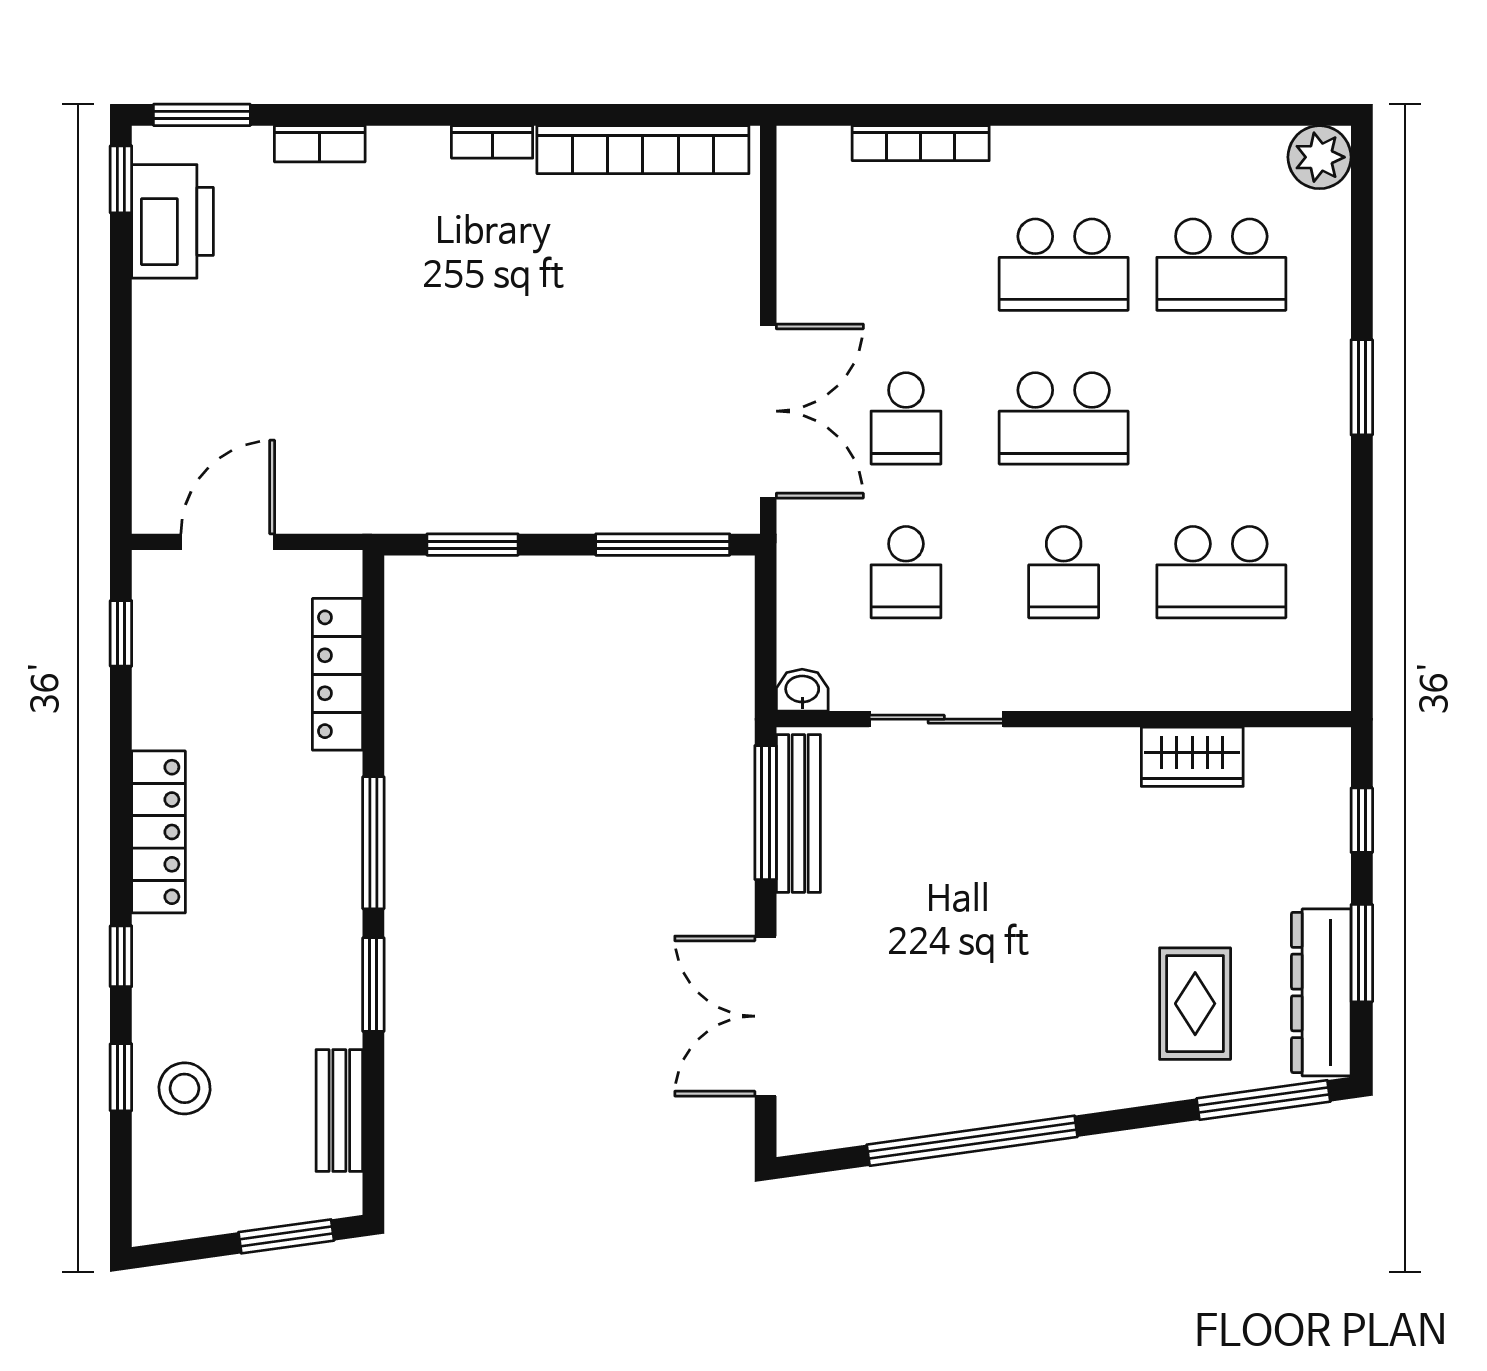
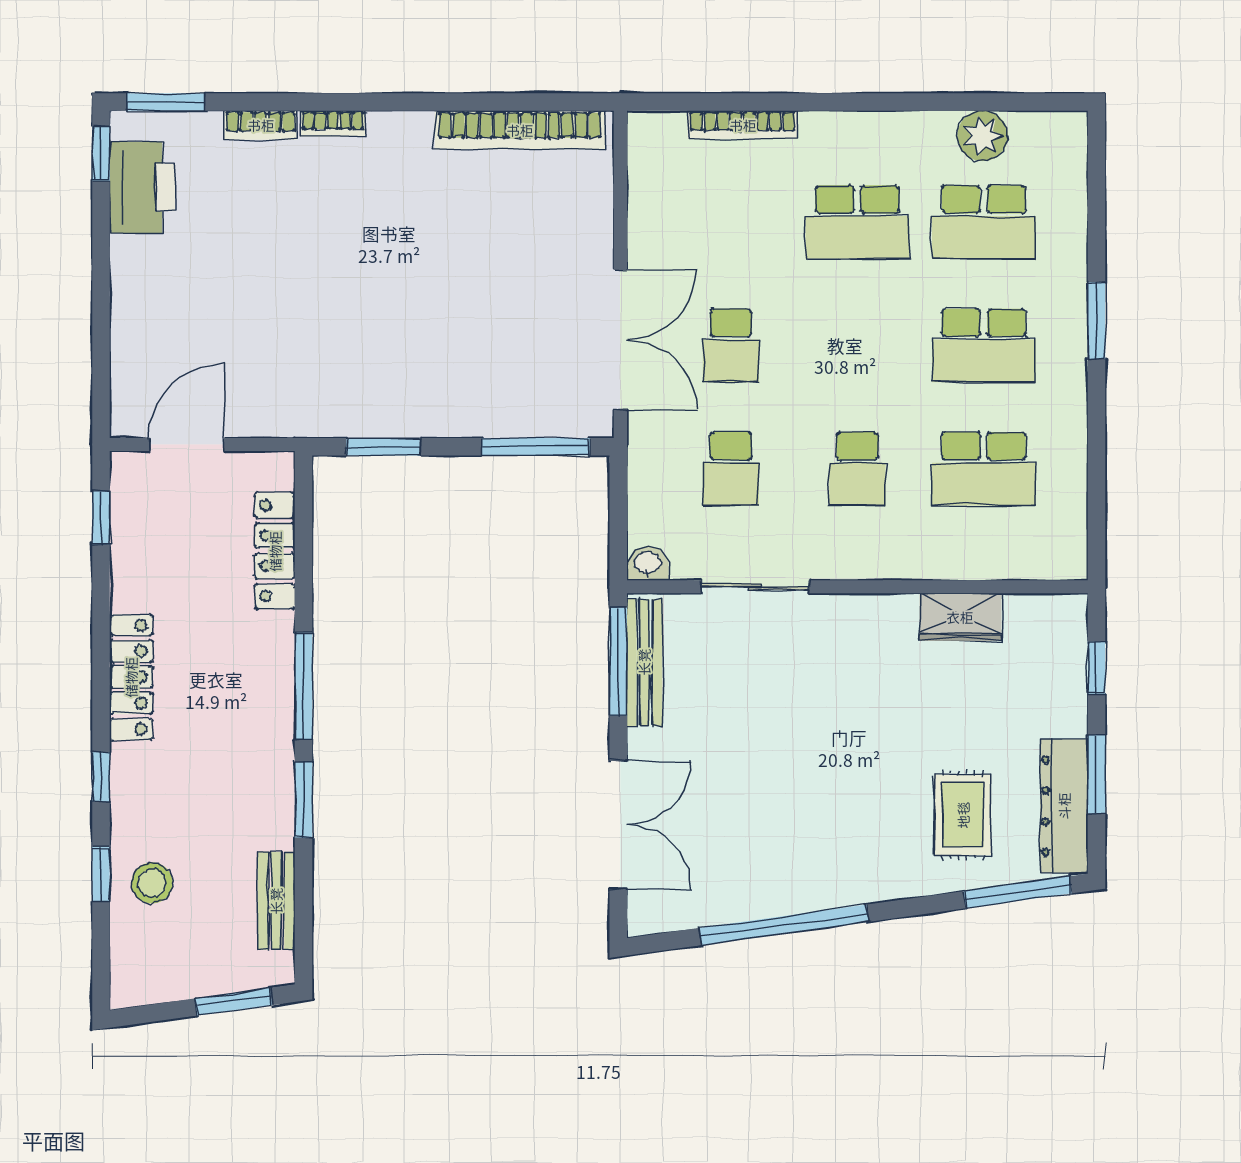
bookcase: (492, 142) -> (333, 124), moved
plant: (1320, 157) -> (983, 136), moved
school desk: (1064, 418) -> (984, 345), moved
double door: (766, 1016) -> (618, 825), swing flipped

